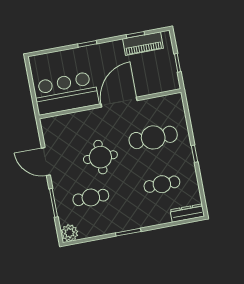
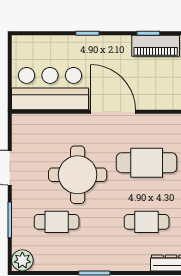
door: (119, 102) -> (113, 112), hinge flipped
round table: (100, 157) -> (78, 175), width x1.36, depth x1.36

